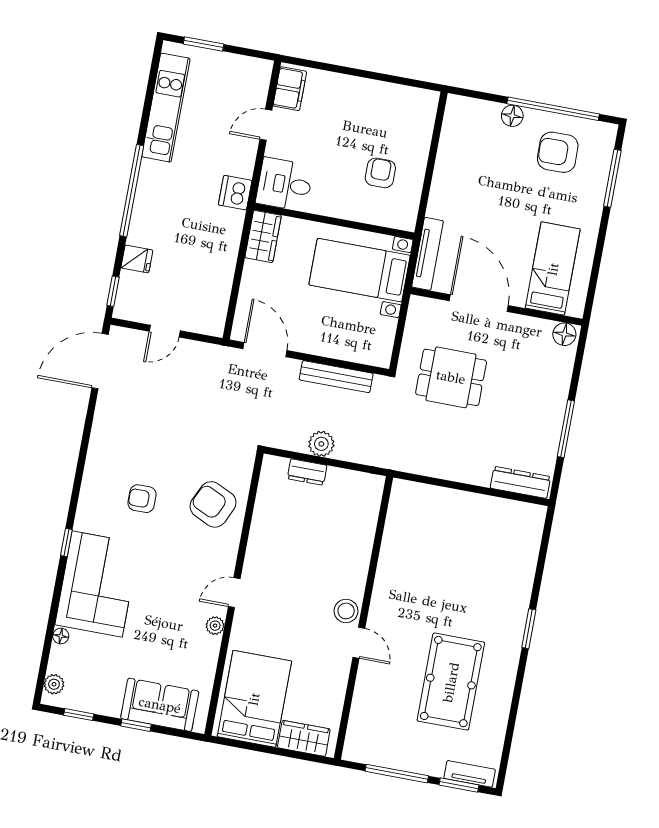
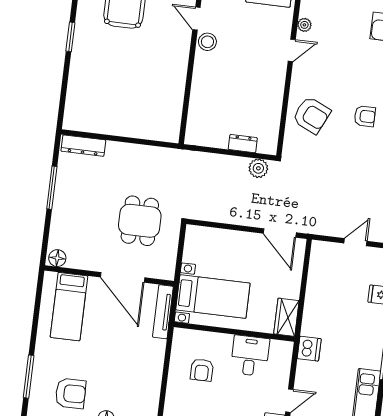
desk: (285, 184) -> (250, 356), moved, turned -90
bench: (336, 377) -> (226, 216), removed
dining table: (451, 377) -> (140, 221), turned 90
plant: (321, 444) -> (258, 168), moved

